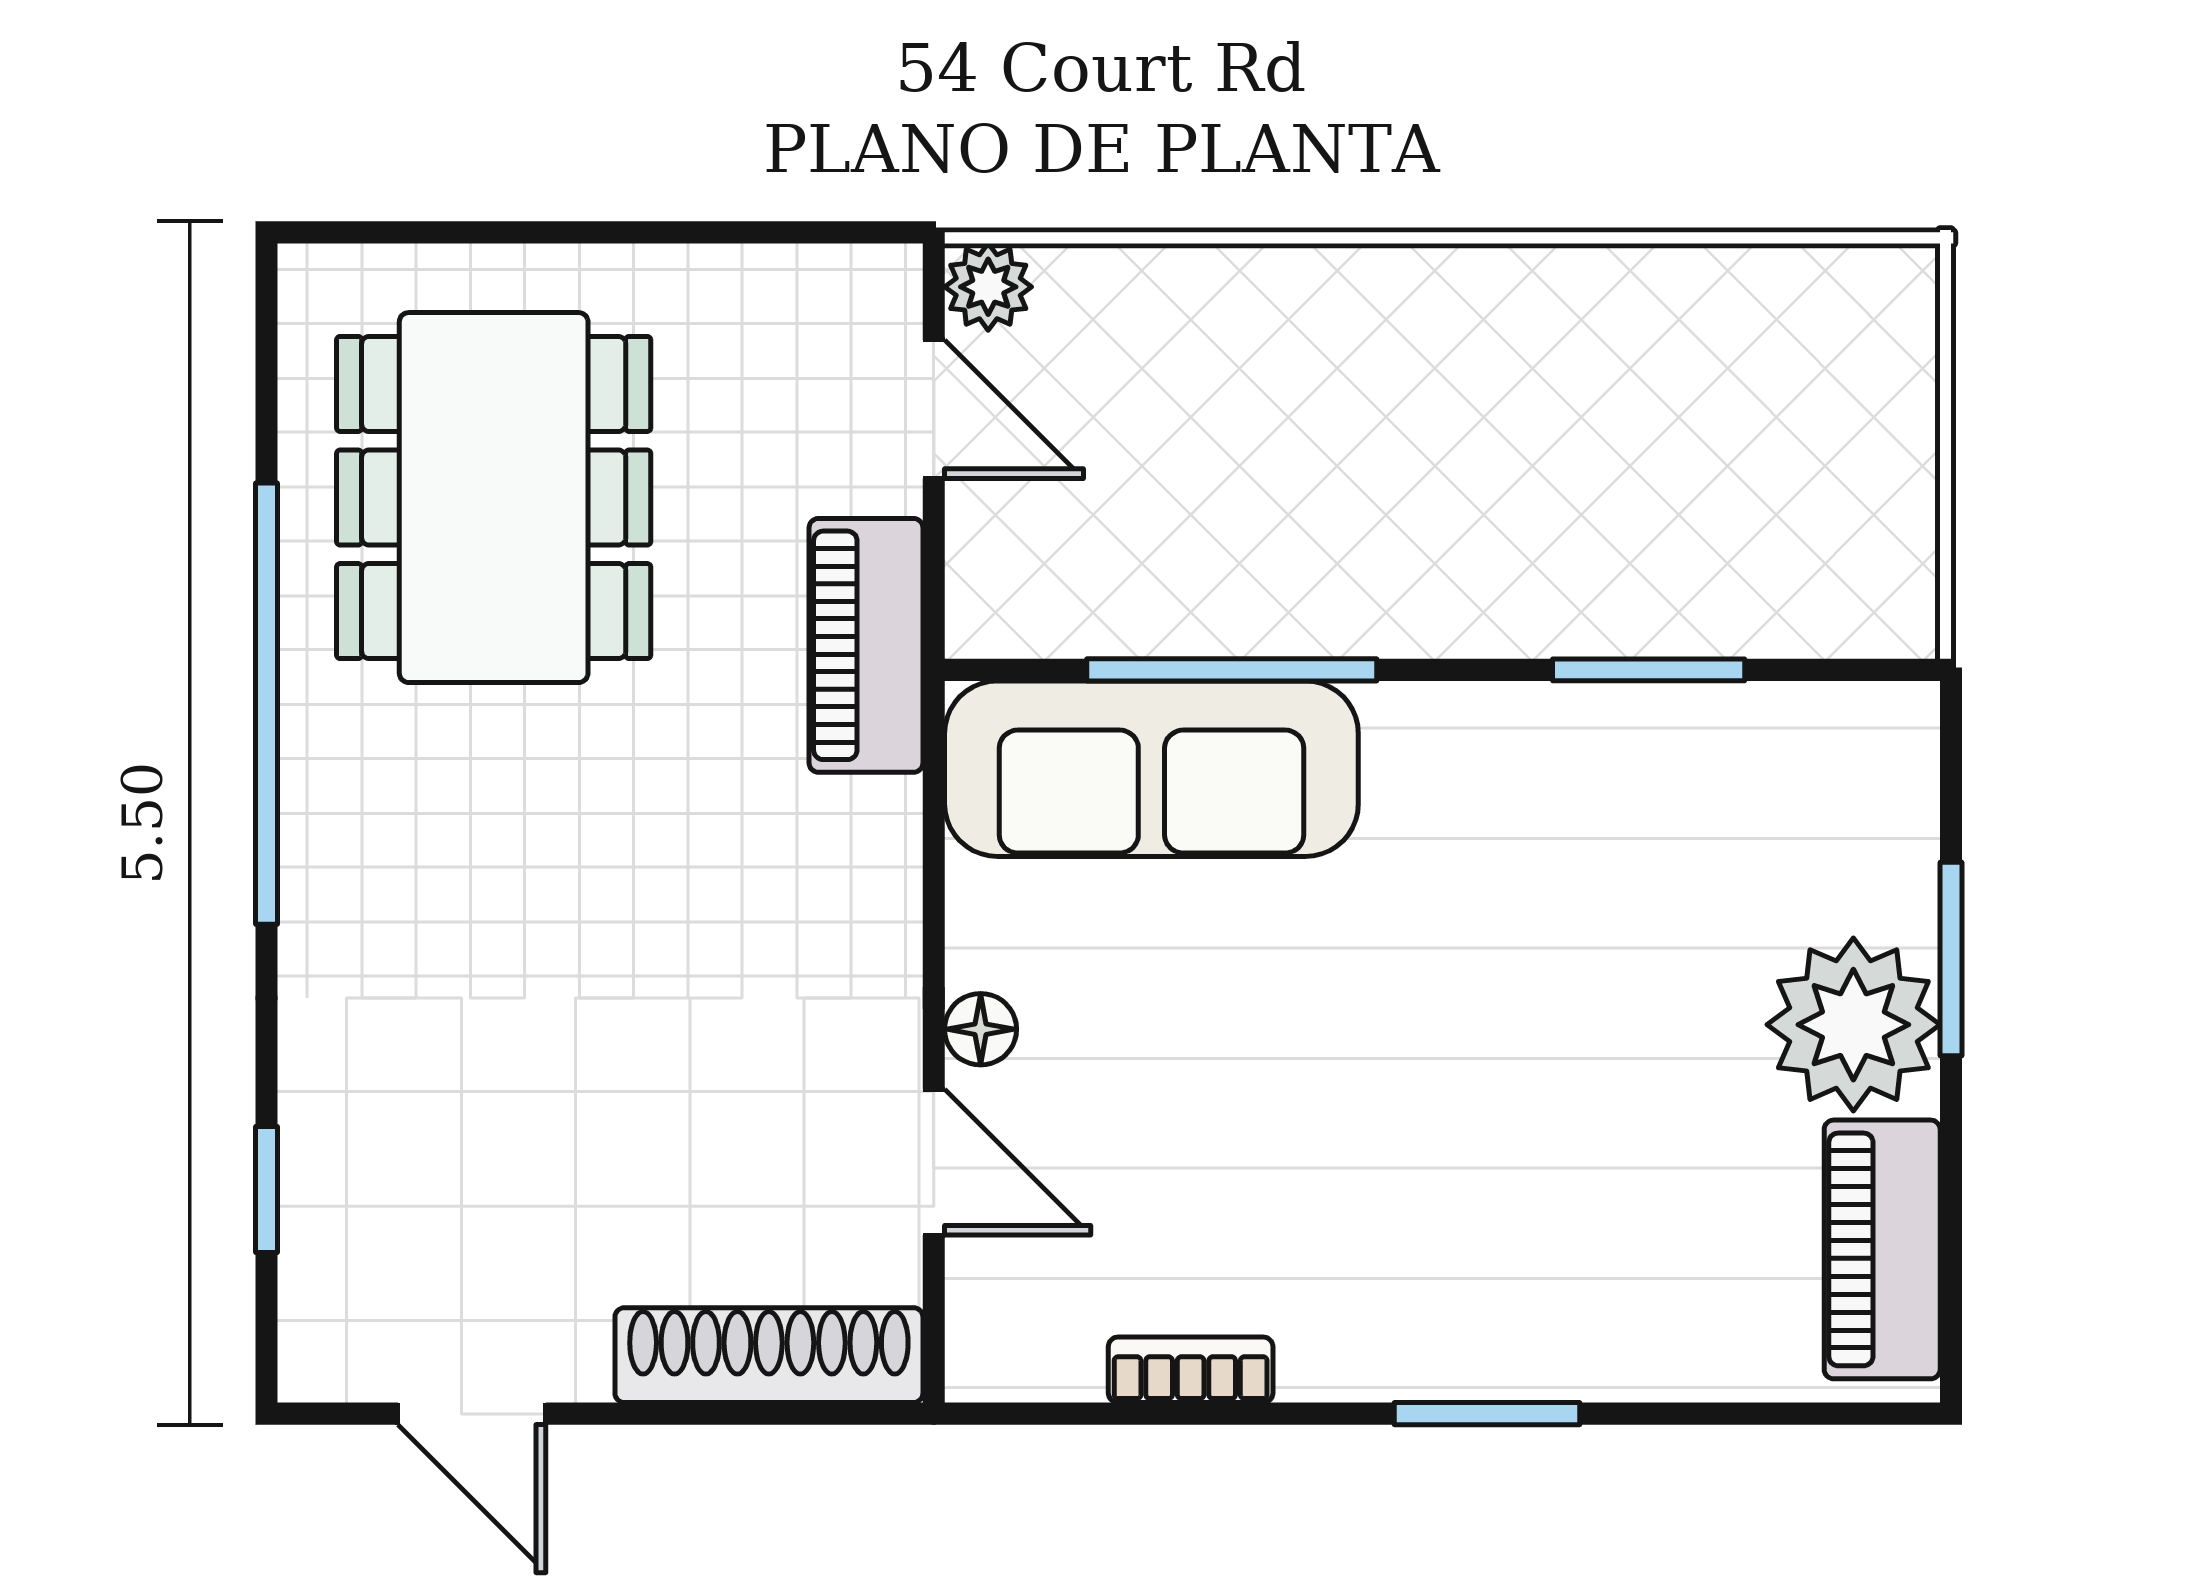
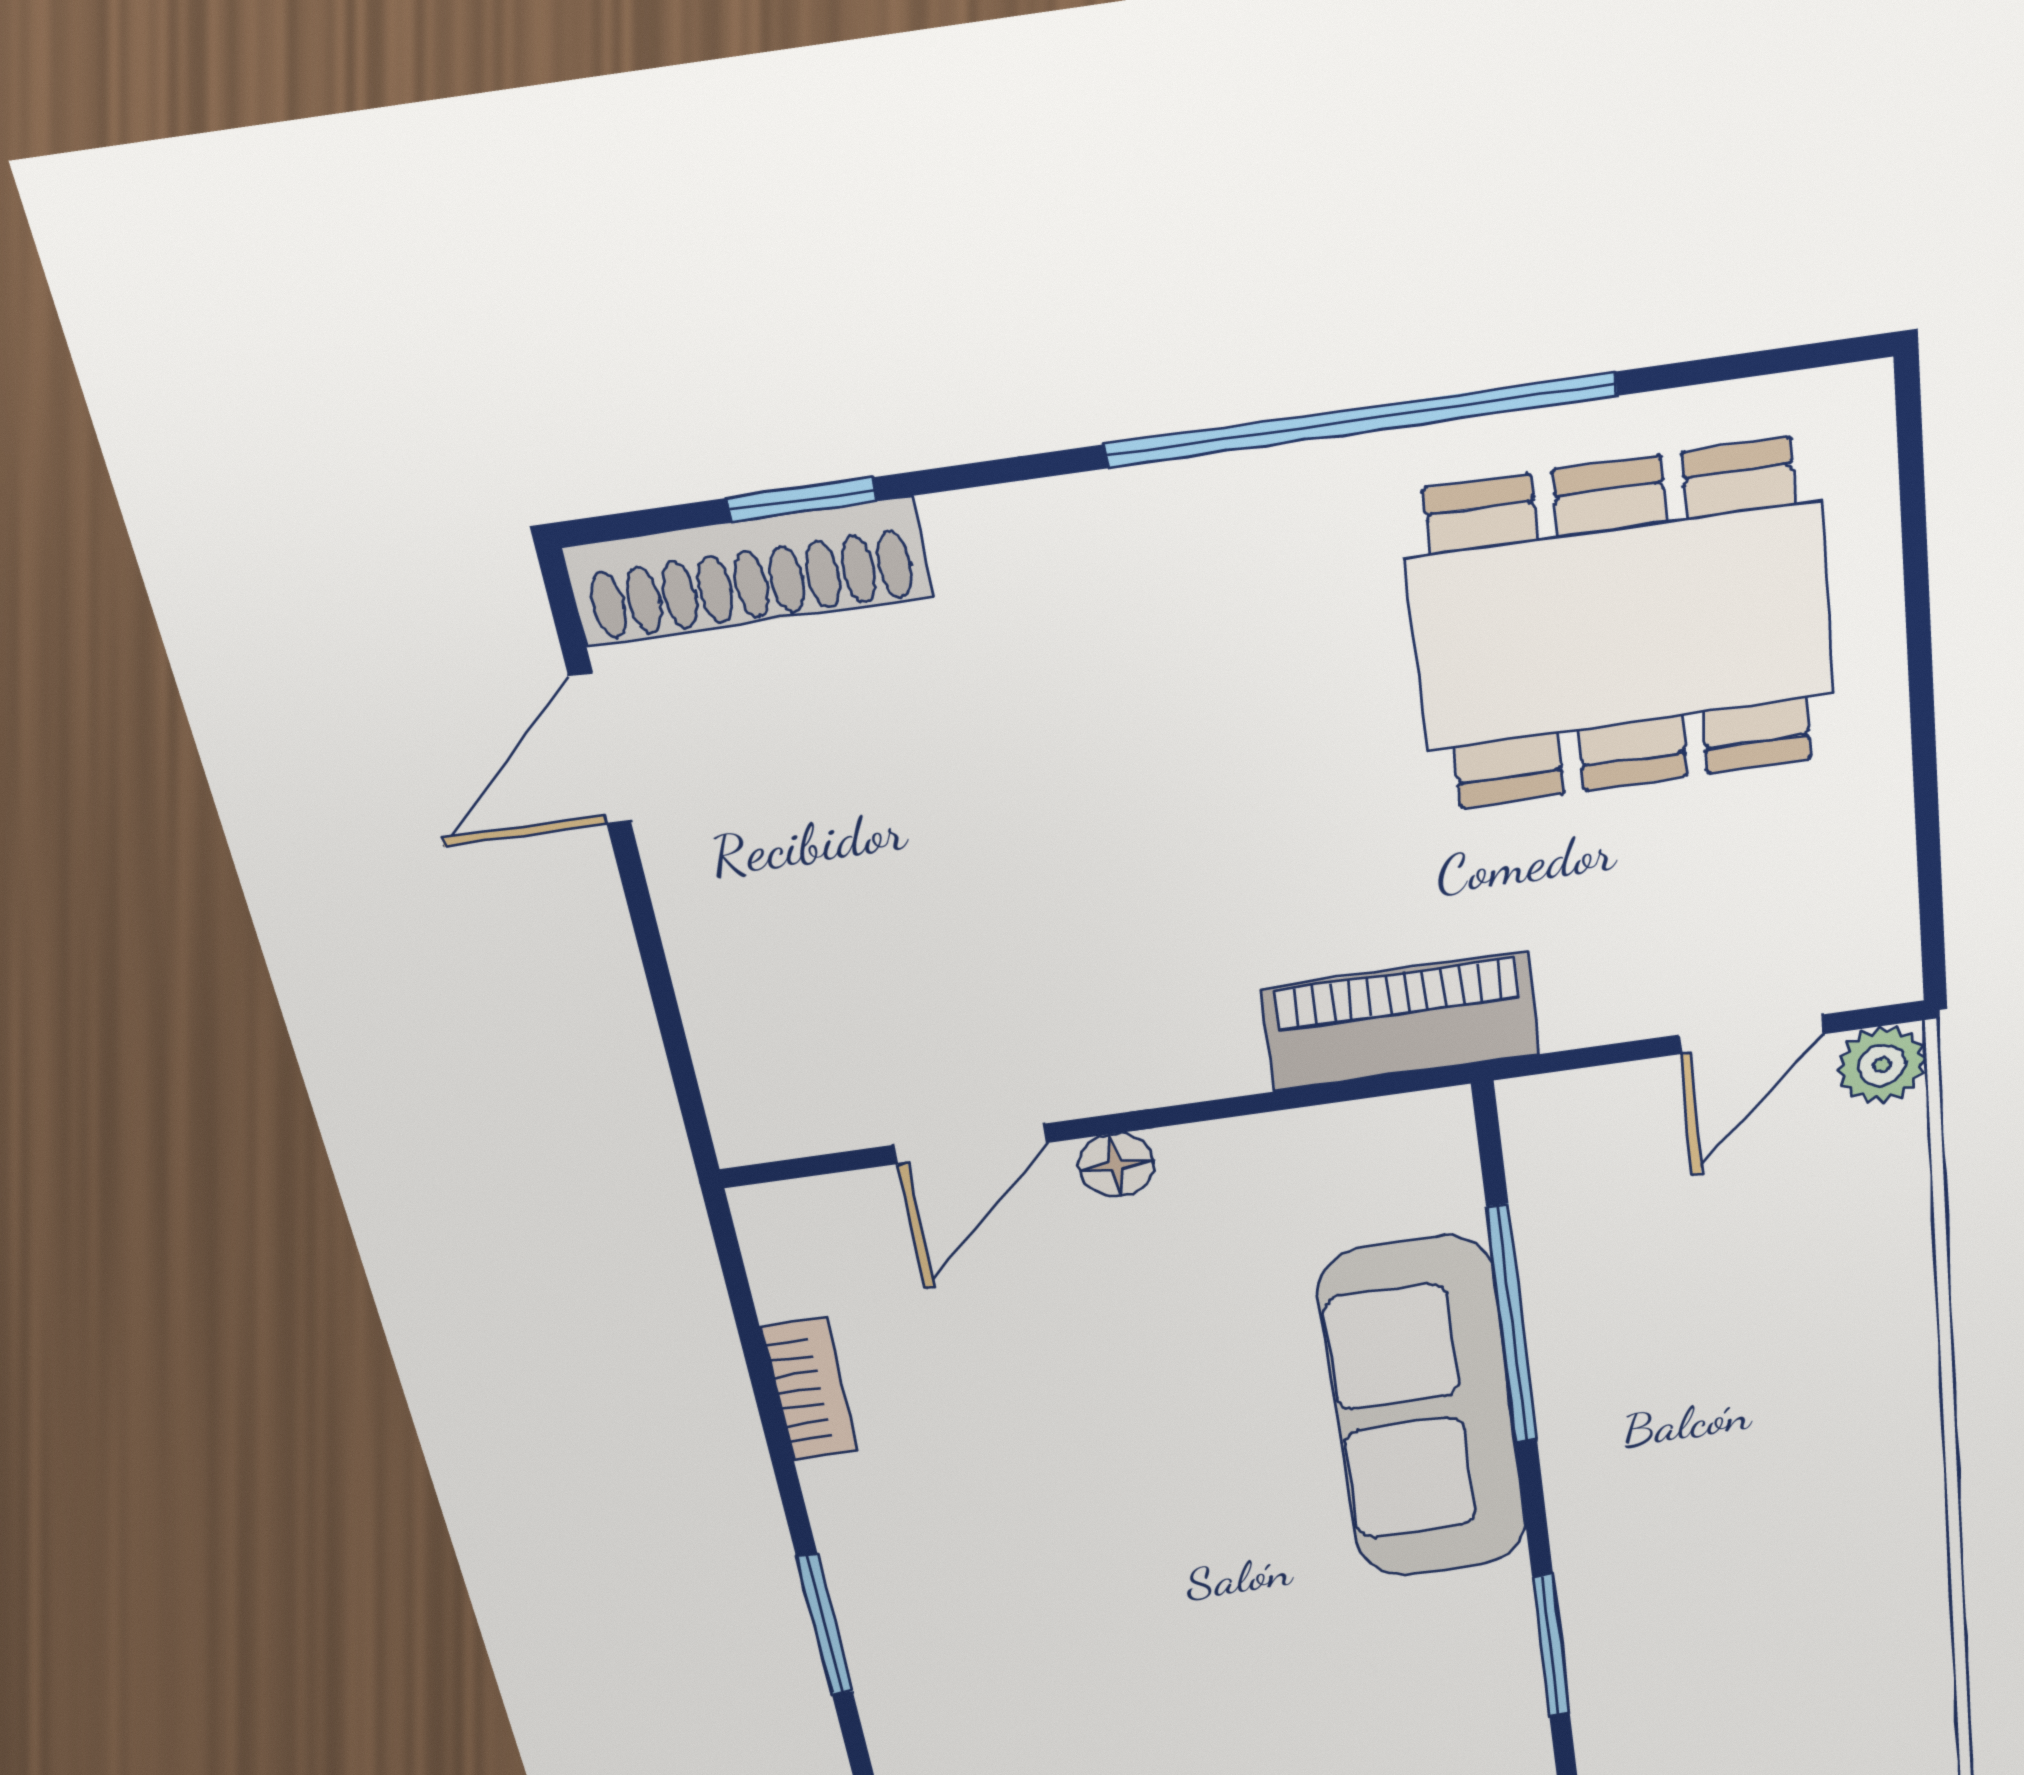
piano: (866, 645) -> (1401, 1022), moved
sofa: (1151, 769) -> (1424, 1410), moved
shoe rack: (769, 1355) -> (748, 572), moved, turned 90

